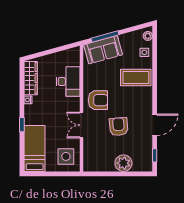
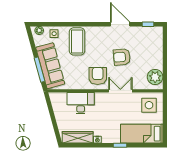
sofa: (103, 50) -> (50, 66), width x1.36
double door: (81, 125) -> (120, 91), swing flipped
plant: (123, 163) -> (155, 77), moved

